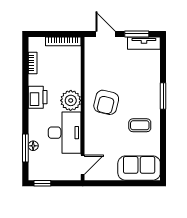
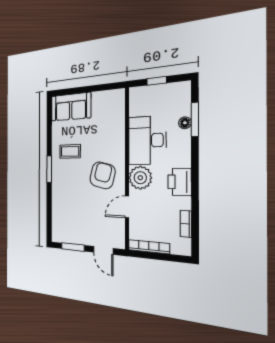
tv unit: (144, 43) -> (66, 237), removed
window: (163, 96) -> (49, 169), moved
door: (83, 165) -> (127, 207), moved
window: (42, 183) -> (157, 81), moved

